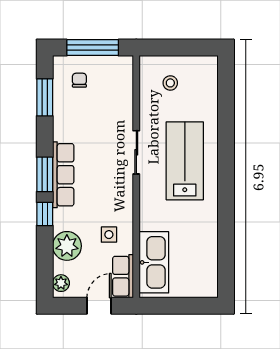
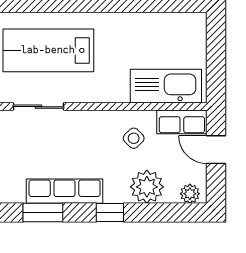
window: (45, 174) -> (43, 213), moved
side table: (109, 235) -> (134, 138), turned 45

